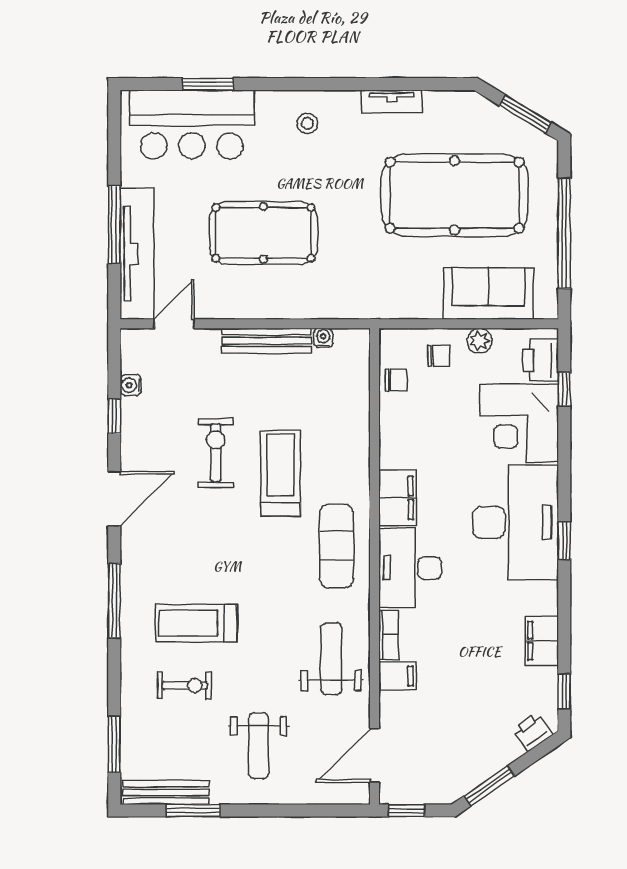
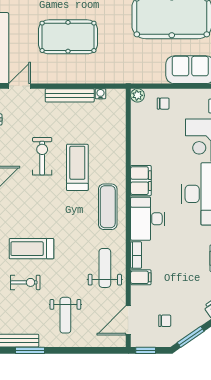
plant: (480, 341) -> (138, 95), moved
chair: (396, 380) -> (165, 321), moved

